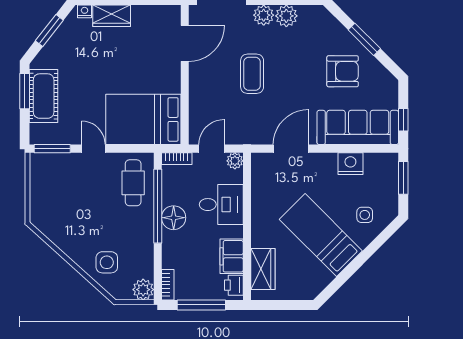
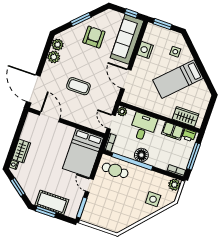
plant: (264, 15) -> (58, 45), moved
door: (93, 149) -> (89, 185), hinge flipped

